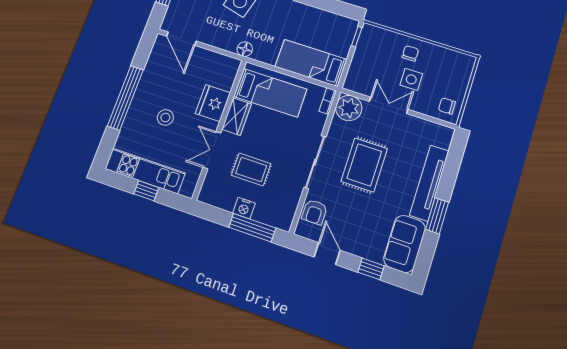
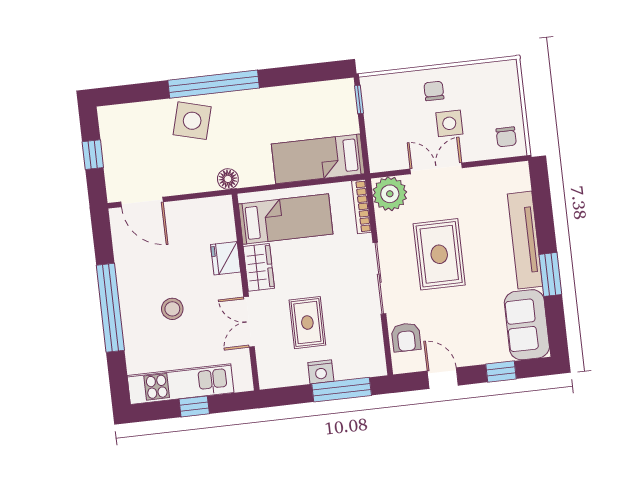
bookcase: (328, 101) -> (361, 207), width x1.56
fridge: (213, 103) -> (226, 258), width x0.73, depth x0.75
chair: (447, 106) -> (506, 137), turned -90
rug: (251, 169) -> (307, 323), turned 90

